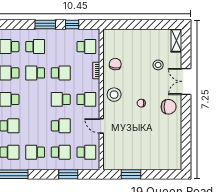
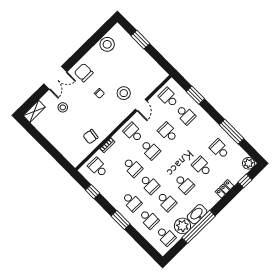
window: (45, 25) -> (121, 220), moved
school desk: (35, 47) -> (132, 202), turned 180
school desk: (61, 73) -> (133, 167), turned 180
stool: (114, 95) -> (124, 93), moved
stool: (172, 146) -> (107, 44), added
school desk: (35, 152) -> (202, 132), removed
school desk: (61, 152) -> (186, 115), turned 180
window: (131, 174) -> (140, 40), moved

